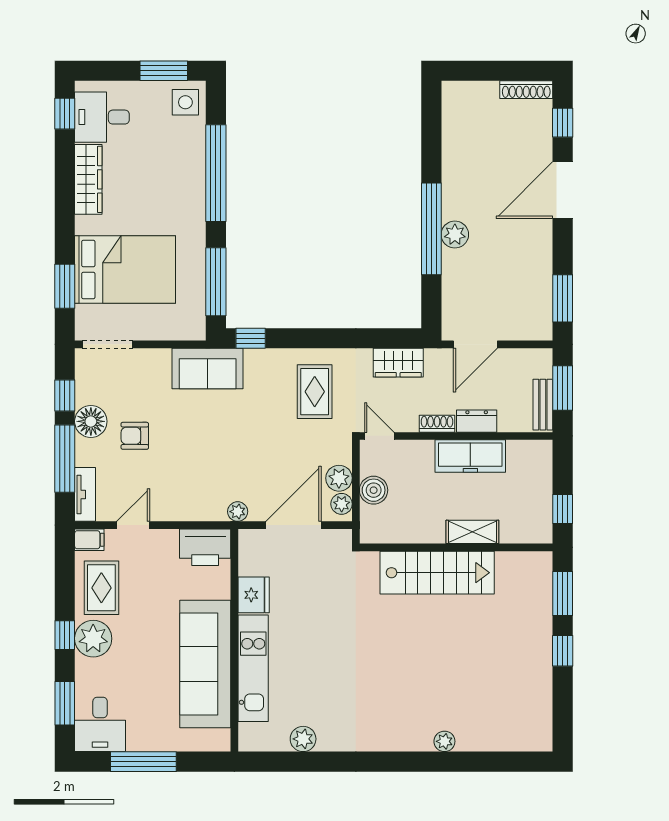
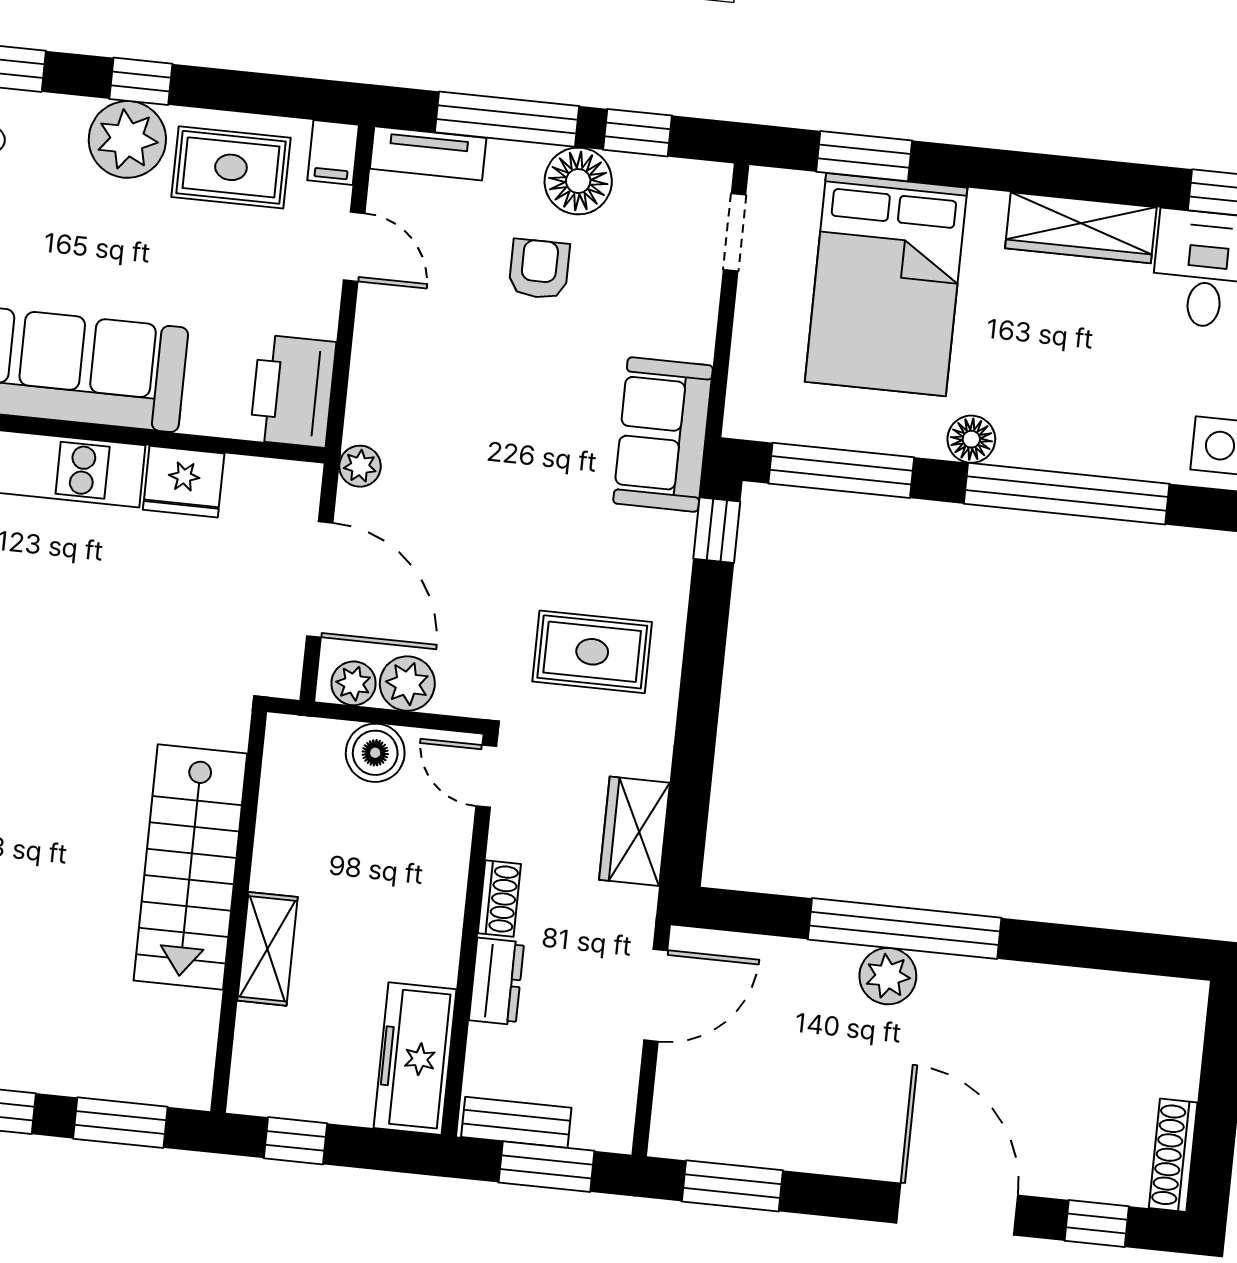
floor lamp: (195, 221) -> (971, 439), added
doorway: (108, 344) -> (735, 232), width x0.73
door: (475, 344) -> (656, 995), swing flipped
door: (379, 436) -> (486, 776), swing flipped
freezer: (470, 456) -> (415, 1059), moved

